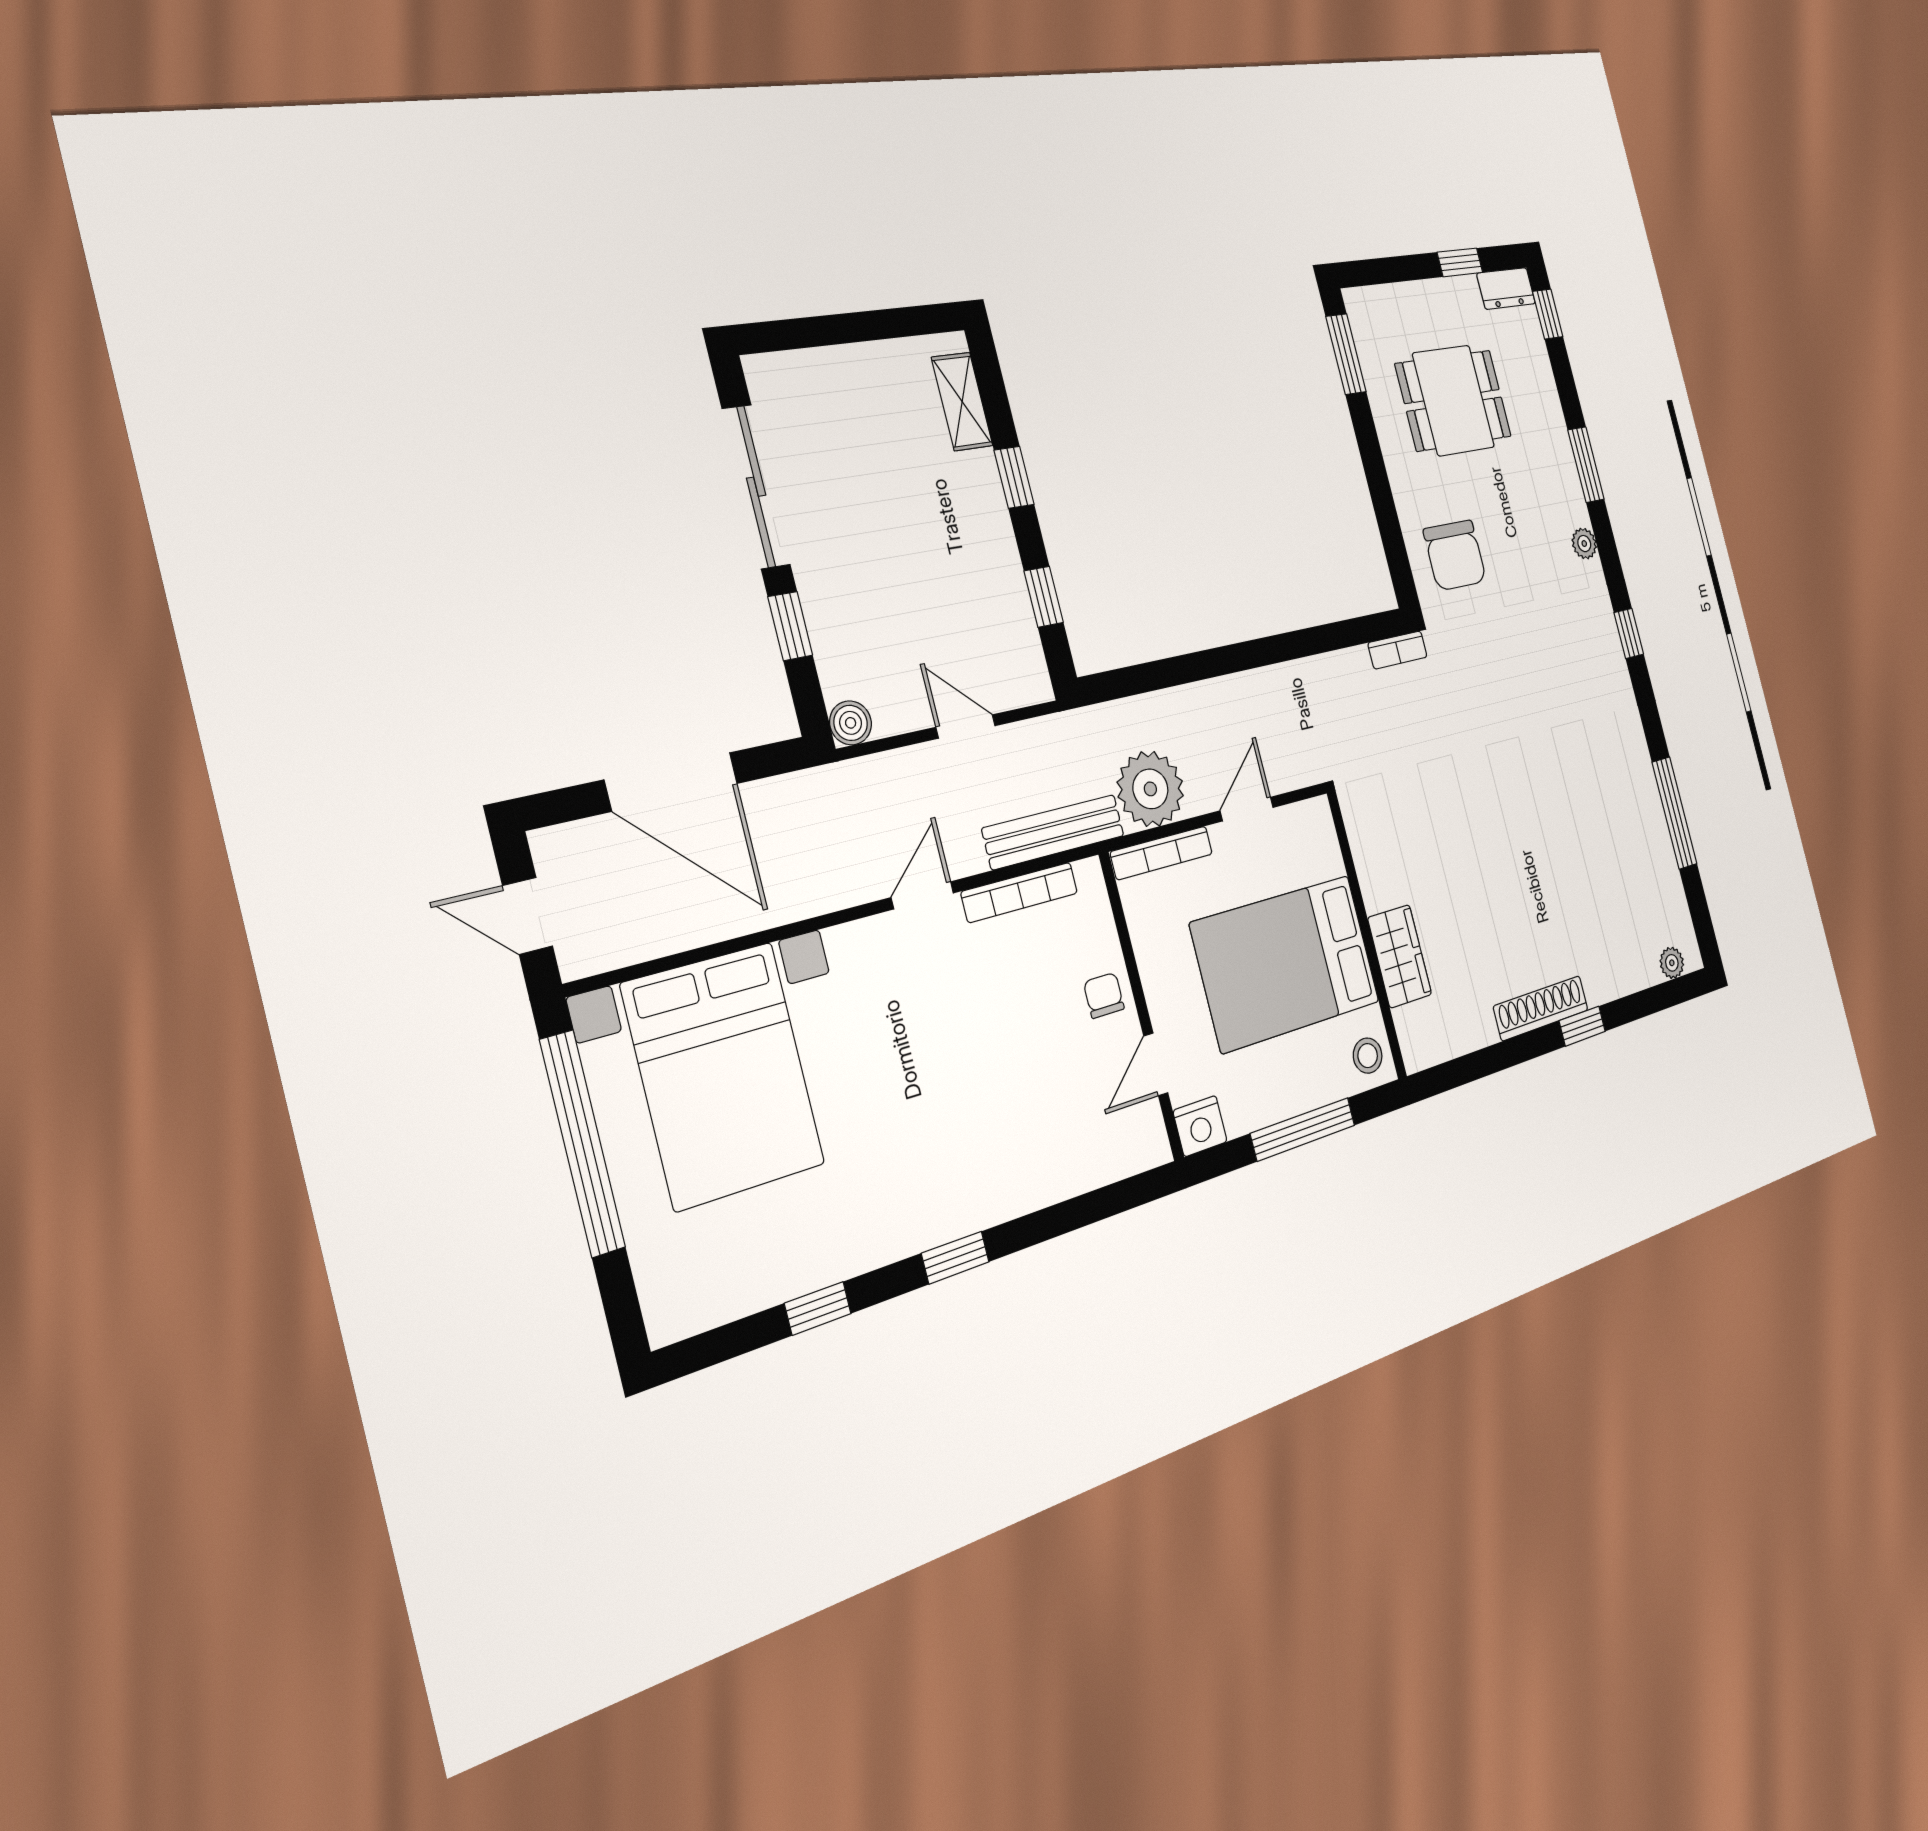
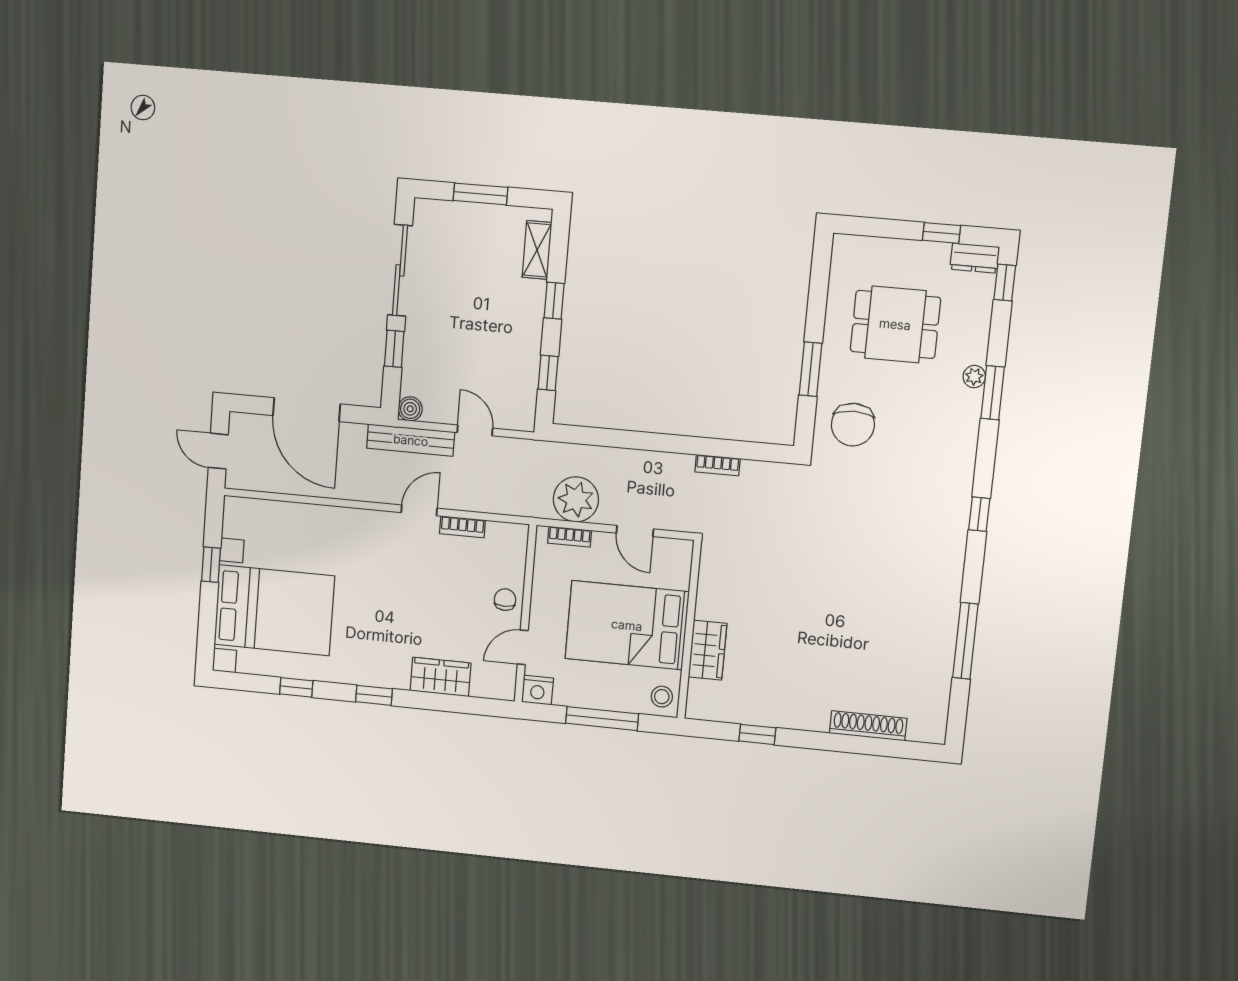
window: (846, 328) -> (480, 194), added
window: (1346, 354) -> (811, 369), moved
plant: (1584, 544) -> (974, 377), moved
bookcase: (1398, 650) -> (718, 465), moved
door: (1247, 809) -> (635, 531), swing flipped
bench: (1054, 832) -> (411, 440), moved
bookcase: (1162, 853) -> (570, 537), width x0.64
bookcase: (1020, 892) -> (462, 527), width x0.64
plant: (1672, 963) -> (919, 732), removed
shoe rack: (1541, 1008) -> (868, 726), moved
window: (1582, 1026) -> (757, 734), moved
bed with nightstands: (724, 1075) -> (274, 610), moved, turned -90
window: (582, 1143) -> (211, 565), width x0.32
wardrobe: (1050, 1173) -> (440, 677), added

